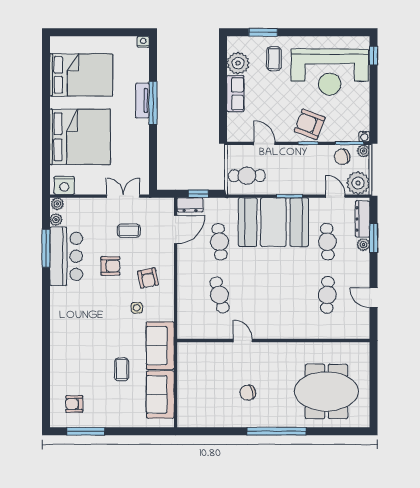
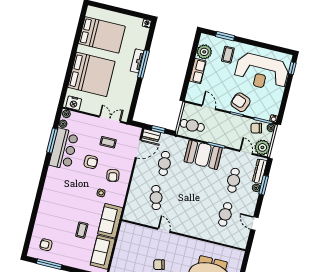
booth: (273, 222) -> (203, 155), width x0.73, depth x0.70

